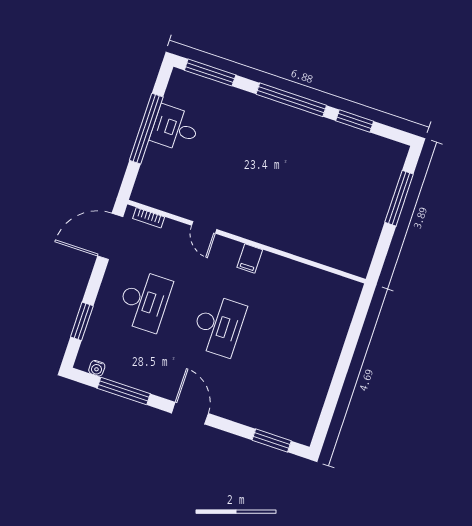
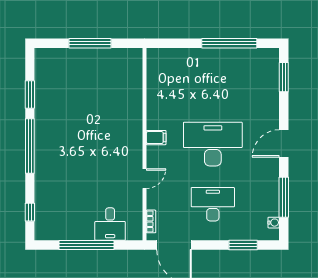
window: (210, 73) -> (30, 212), width x0.46
desk: (175, 128) -> (110, 224), moved
window: (399, 198) -> (90, 43), moved
desk: (218, 326) -> (213, 144), width x1.36, depth x1.30
window: (336, 387) -> (229, 43), added

